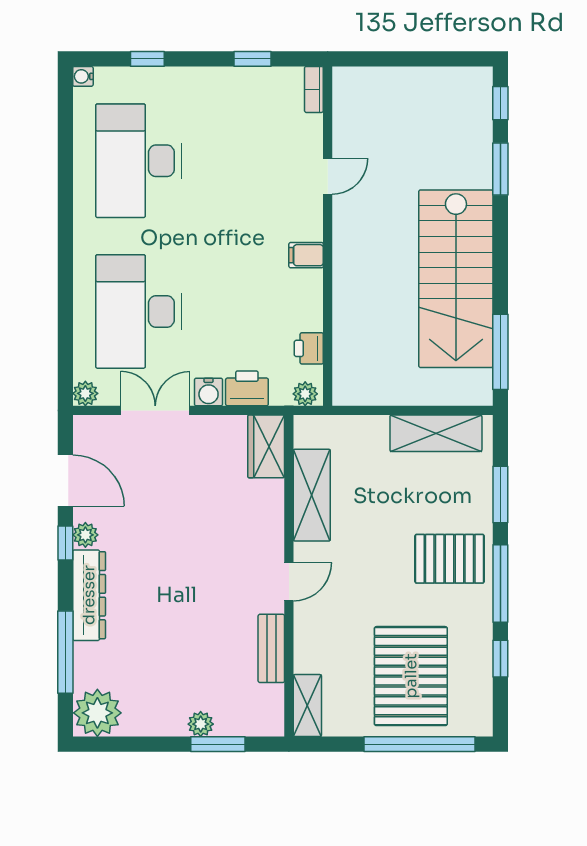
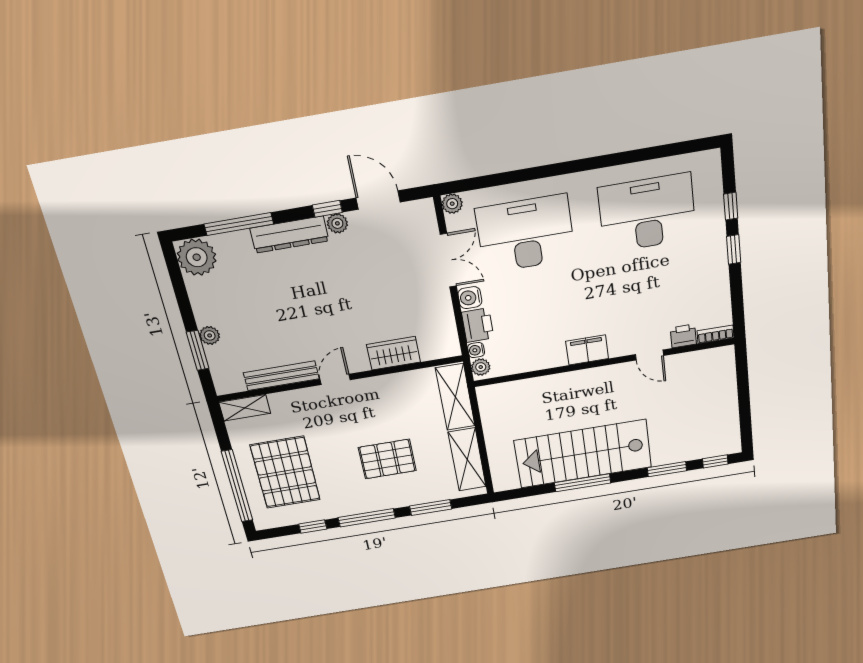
window: (252, 59) -> (734, 250), moved
water cooler: (83, 76) -> (476, 350), moved, turned -90
filing cabinet: (306, 255) -> (587, 350), width x2.00
printer: (309, 348) -> (683, 336), moved
window: (500, 352) -> (582, 483), moved
wardrobe: (266, 446) -> (394, 353), moved
door: (65, 481) -> (378, 200), swing flipped
shelving: (312, 495) -> (455, 397), moved, turned 90
pallet: (450, 559) -> (387, 459), moved, turned 90
door: (289, 582) -> (335, 379), swing flipped
bench: (271, 648) -> (281, 376), width x1.36
pallet: (411, 676) -> (285, 472), turned 90

